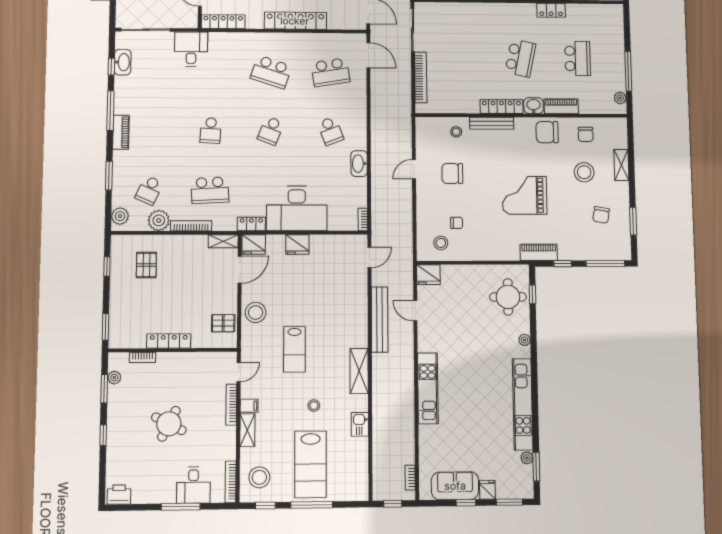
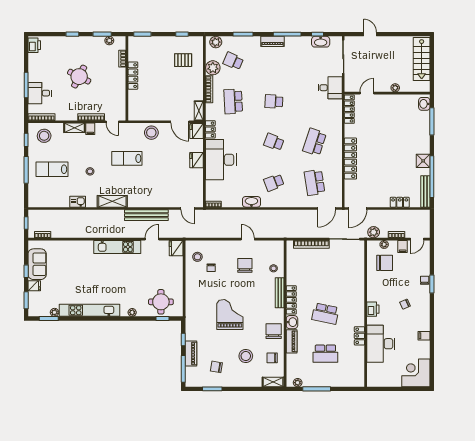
shelving: (621, 165) -> (273, 382), moved
piano: (539, 252) -> (191, 353), moved
pallet: (223, 323) -> (144, 111), removed
kitchen unit: (428, 388) -> (117, 247), moved
lab bench: (311, 464) -> (52, 169), width x0.73, depth x0.72

